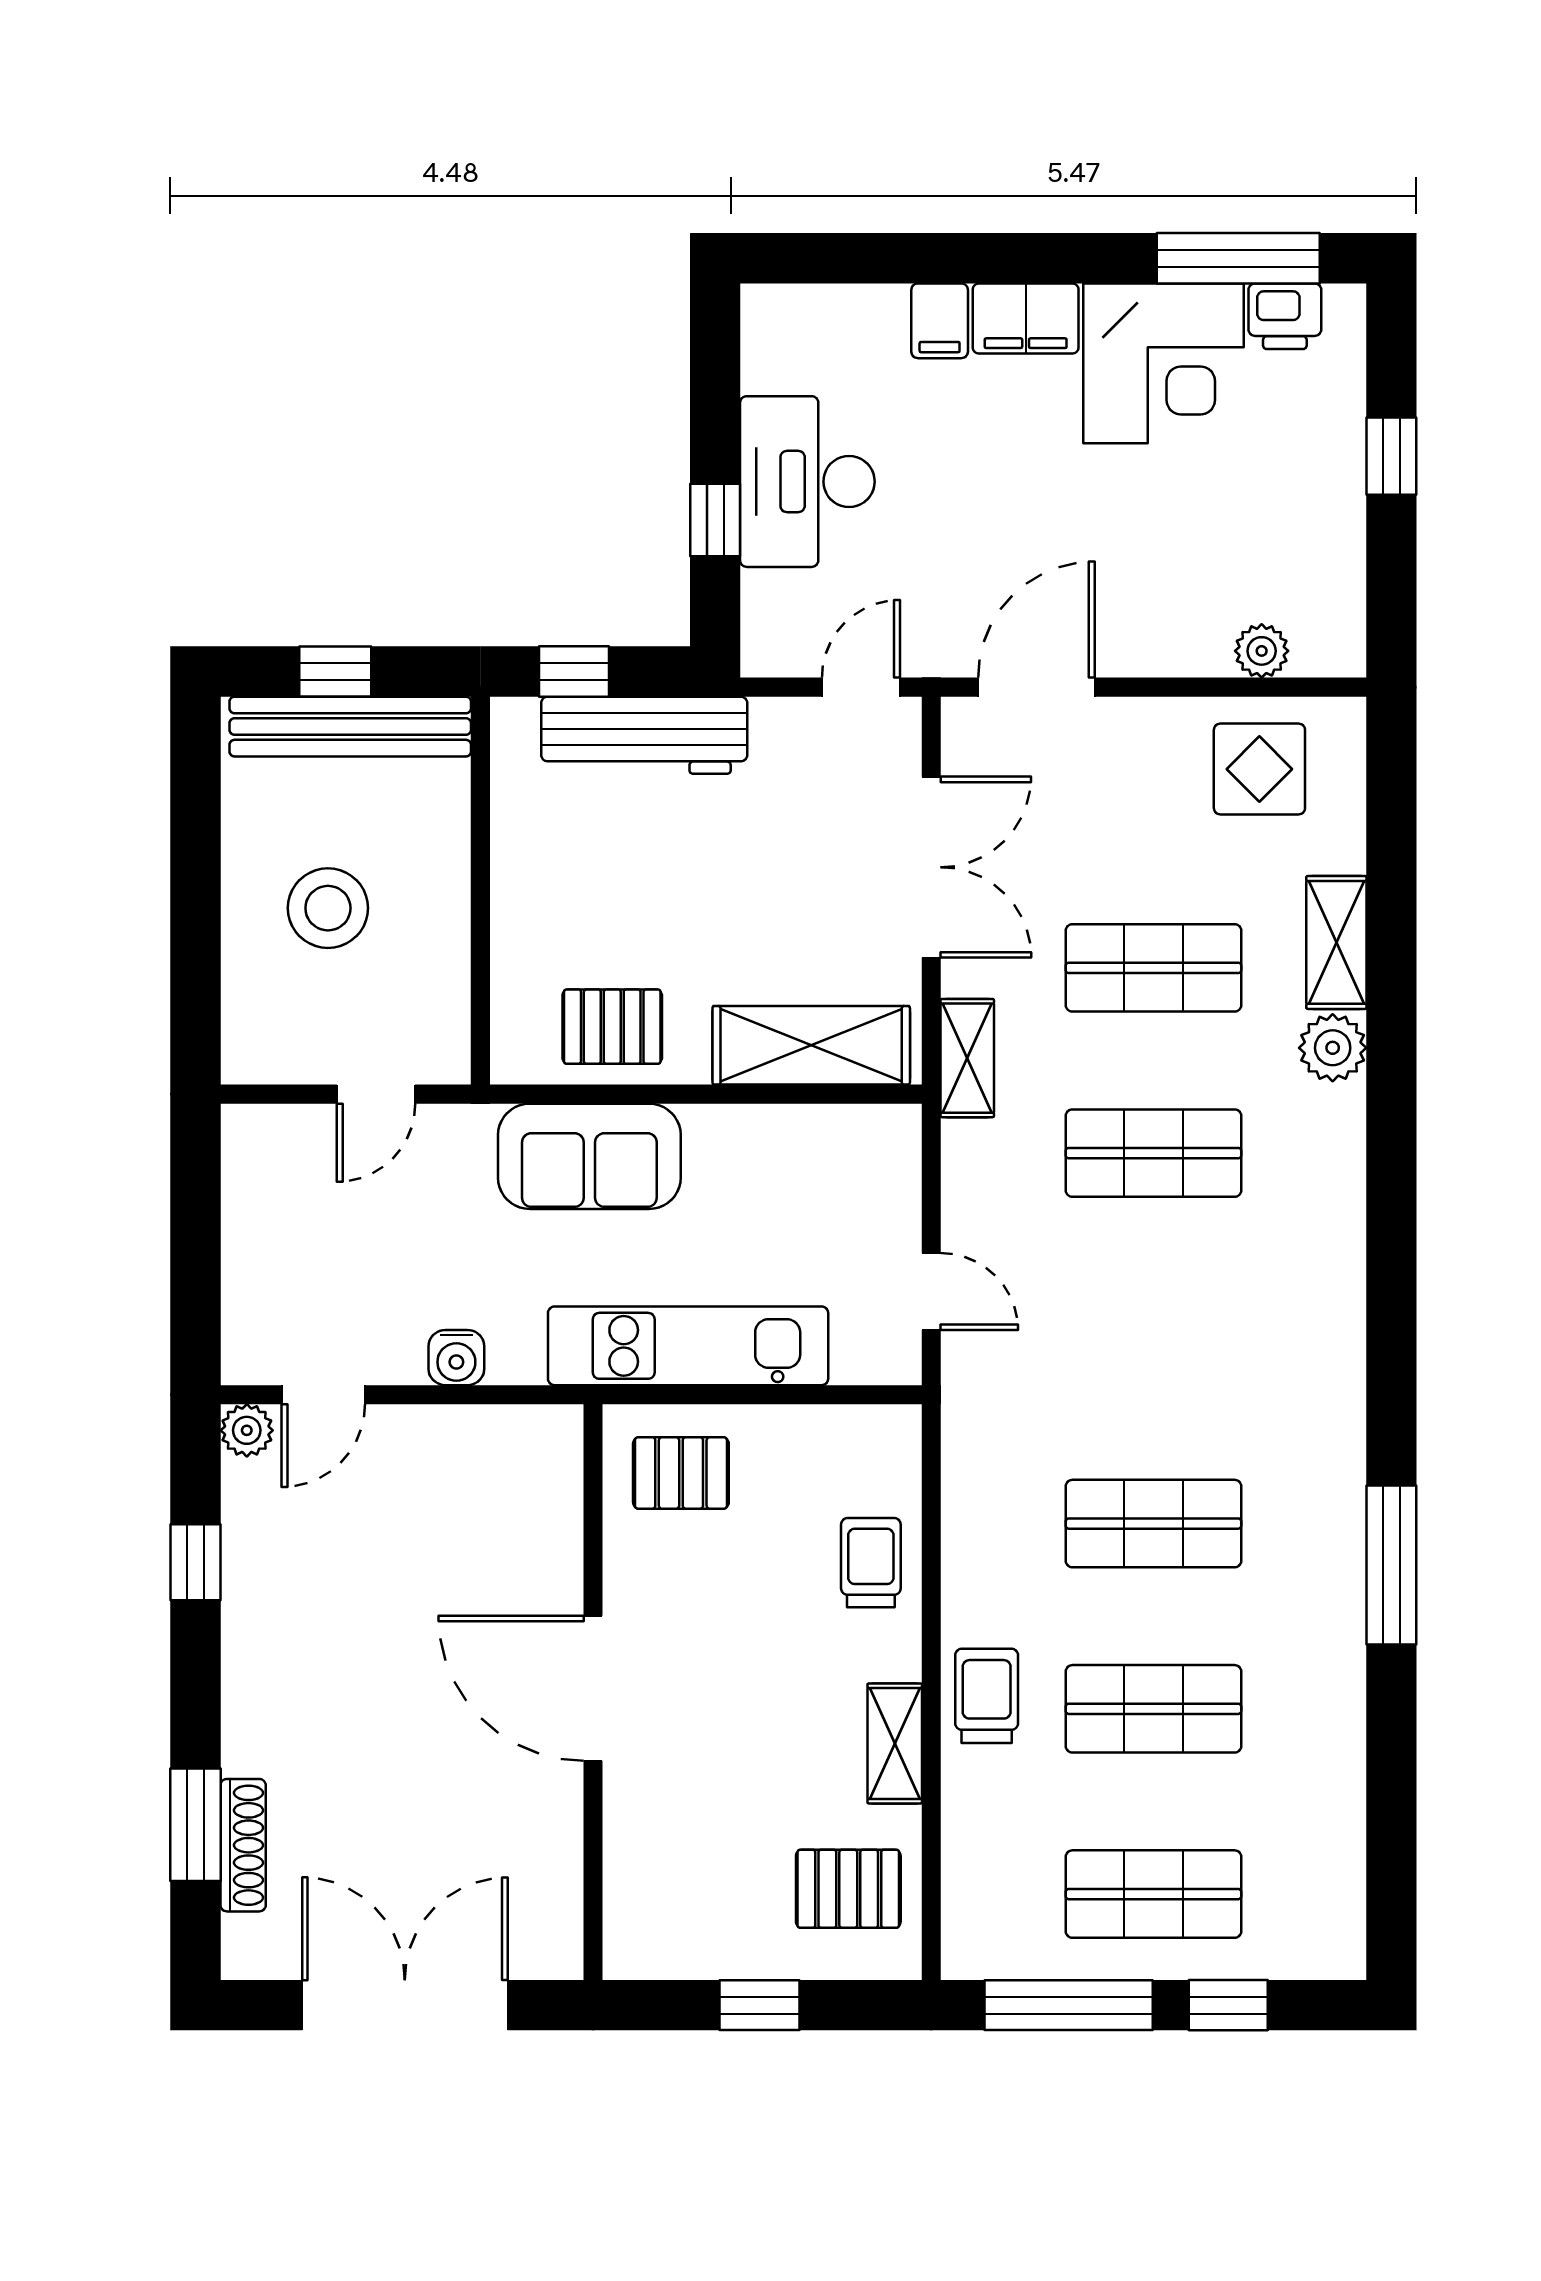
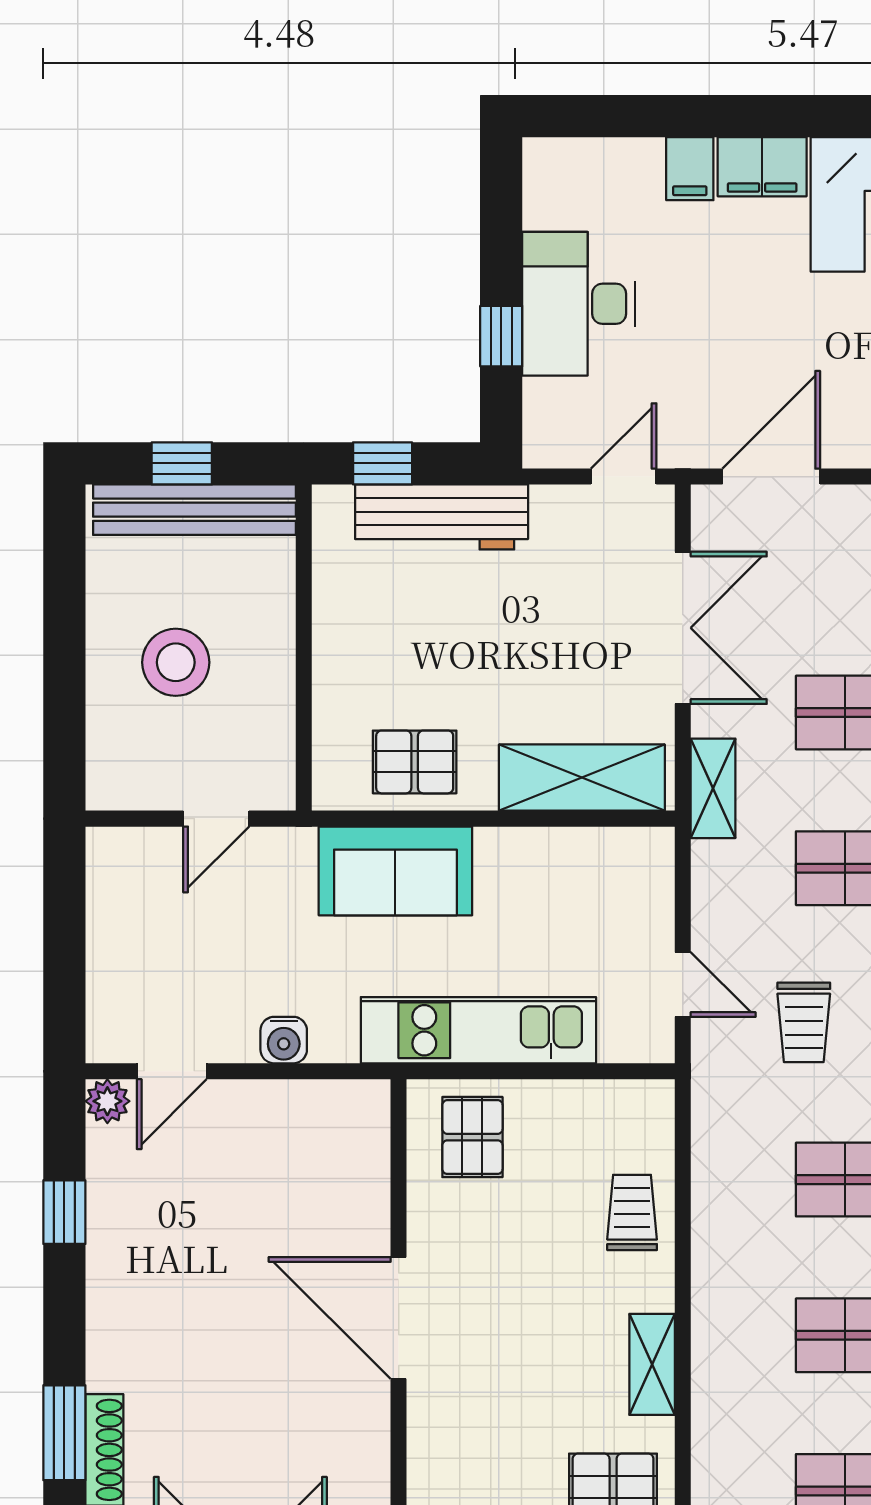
pallet: (681, 1473) -> (472, 1137), turned 90
trolley: (987, 1696) -> (804, 1022), moved, turned 180

